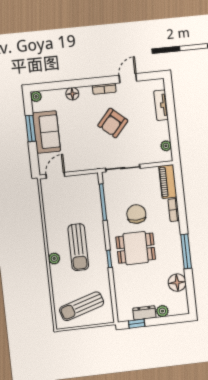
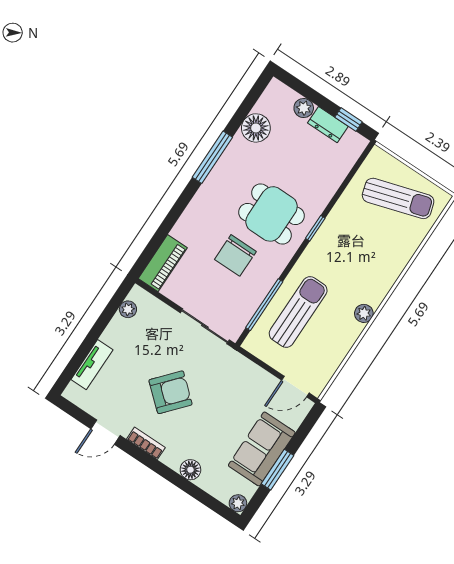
bookcase: (174, 210) -> (185, 222), removed
sun lounger: (78, 247) -> (298, 312), moved
plant: (54, 259) -> (364, 313), moved

